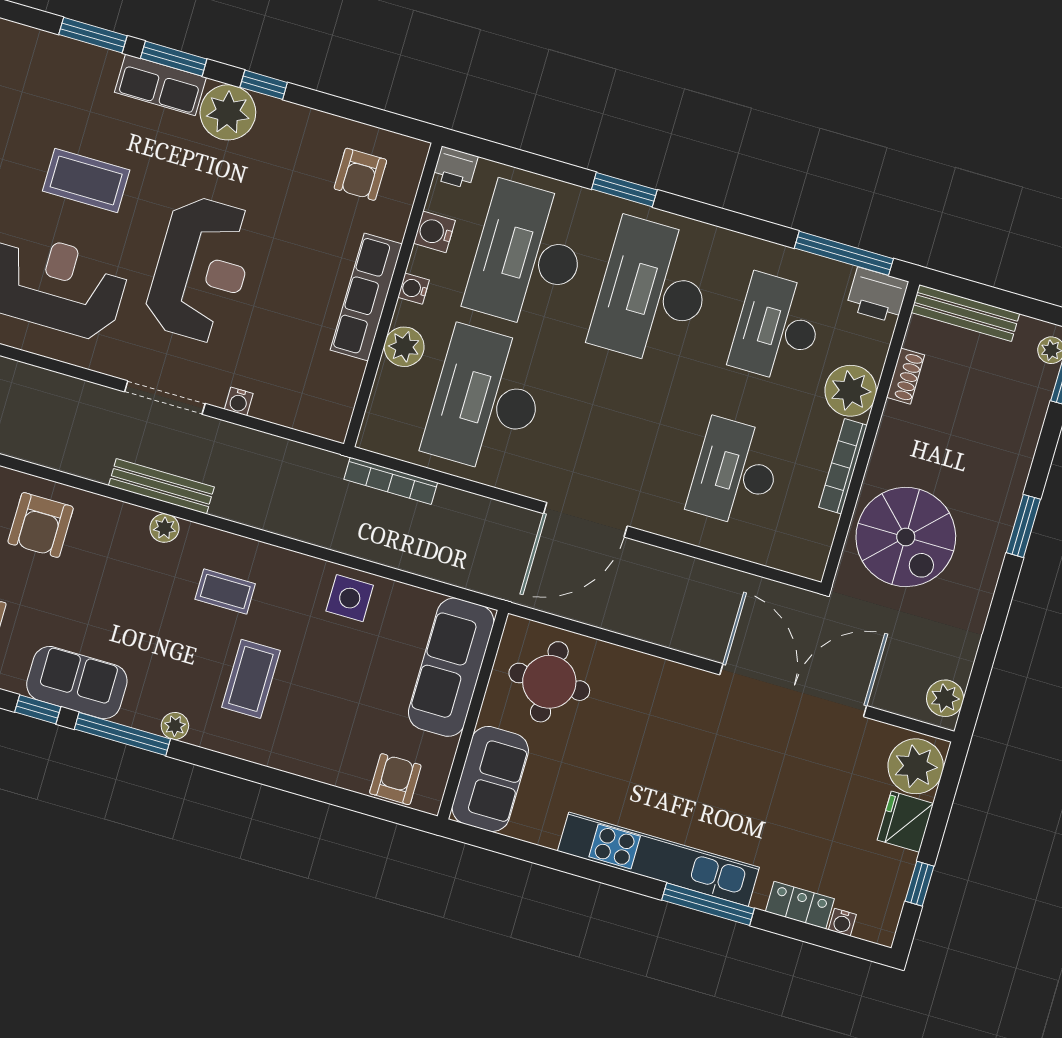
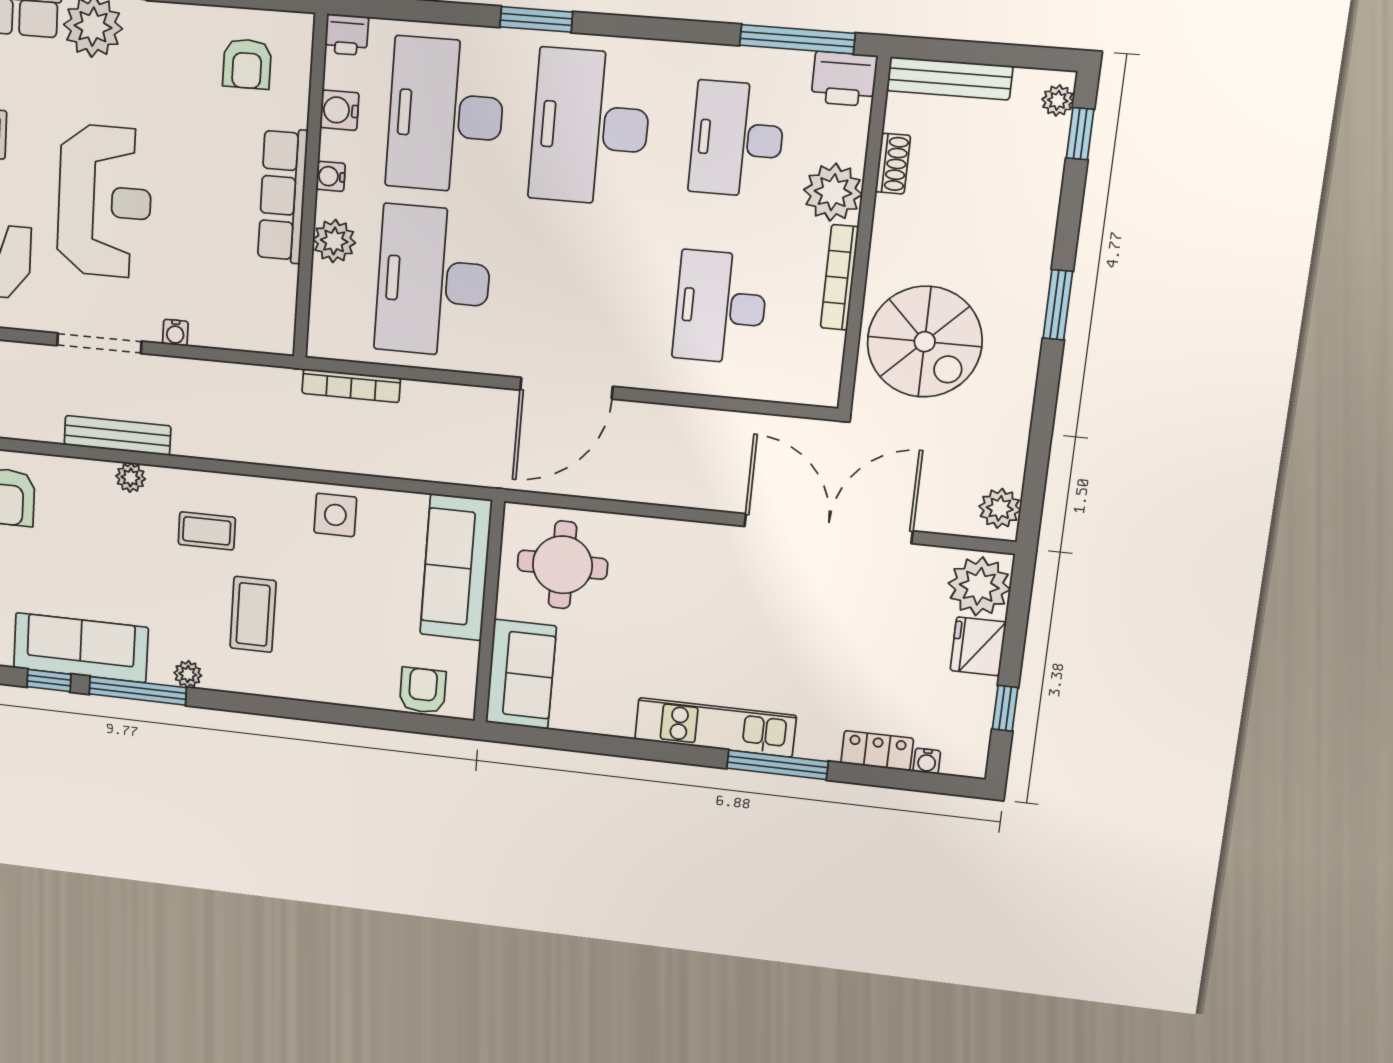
sofa: (77, 683) -> (81, 648), width x1.36
kitchen unit: (658, 859) -> (715, 727), width x0.73

